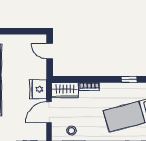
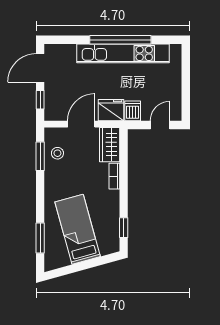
dishwasher: (39, 72) -> (133, 111), added
door: (49, 112) -> (81, 124), hinge flipped

